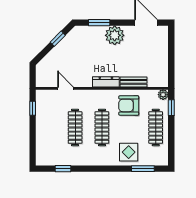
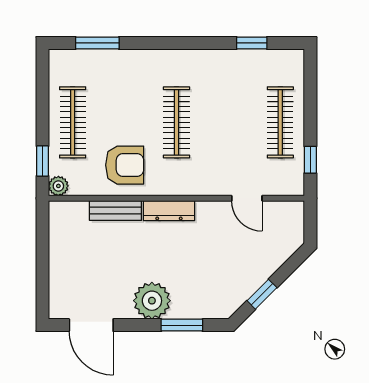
clothes rail: (75, 128) -> (280, 122), moved
display table: (129, 152) -> (125, 75), removed

